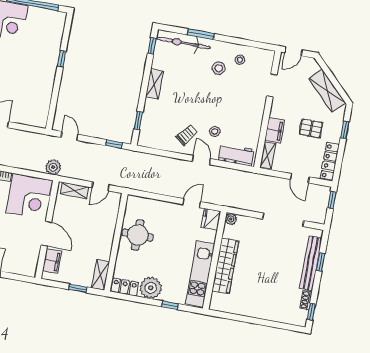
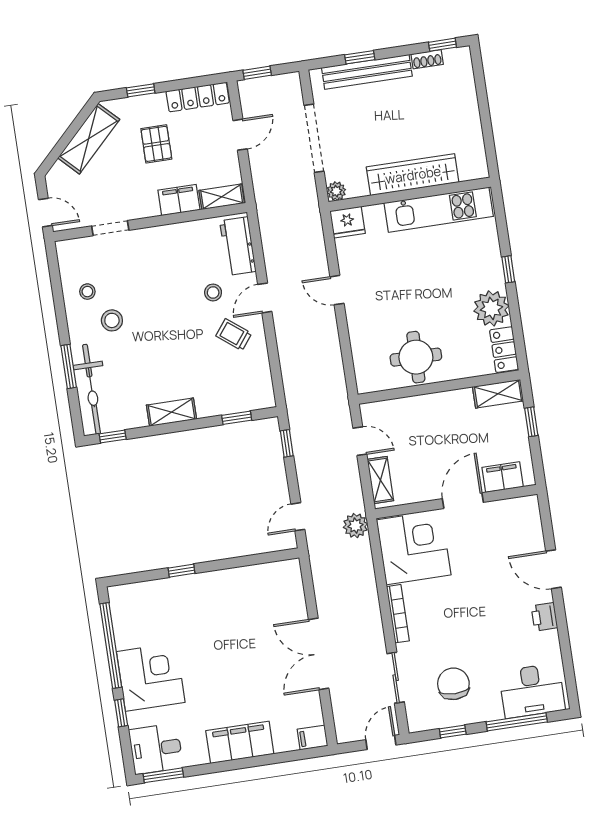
fridge: (211, 219) -> (347, 222), moved
plant: (231, 219) -> (336, 191), moved
wall: (215, 260) -> (410, 194), moved
wardrobe: (225, 266) -> (413, 175), moved
kitchen unit: (200, 274) -> (439, 210), moved

